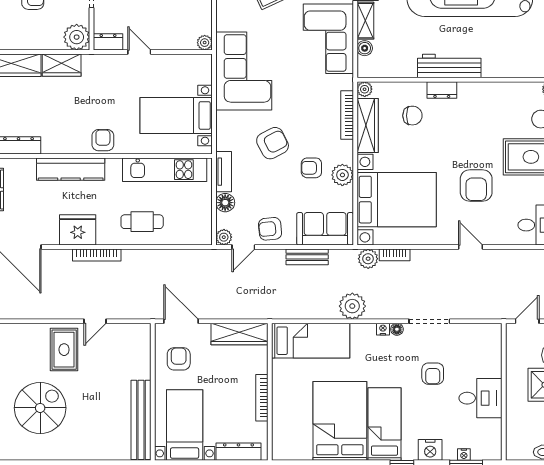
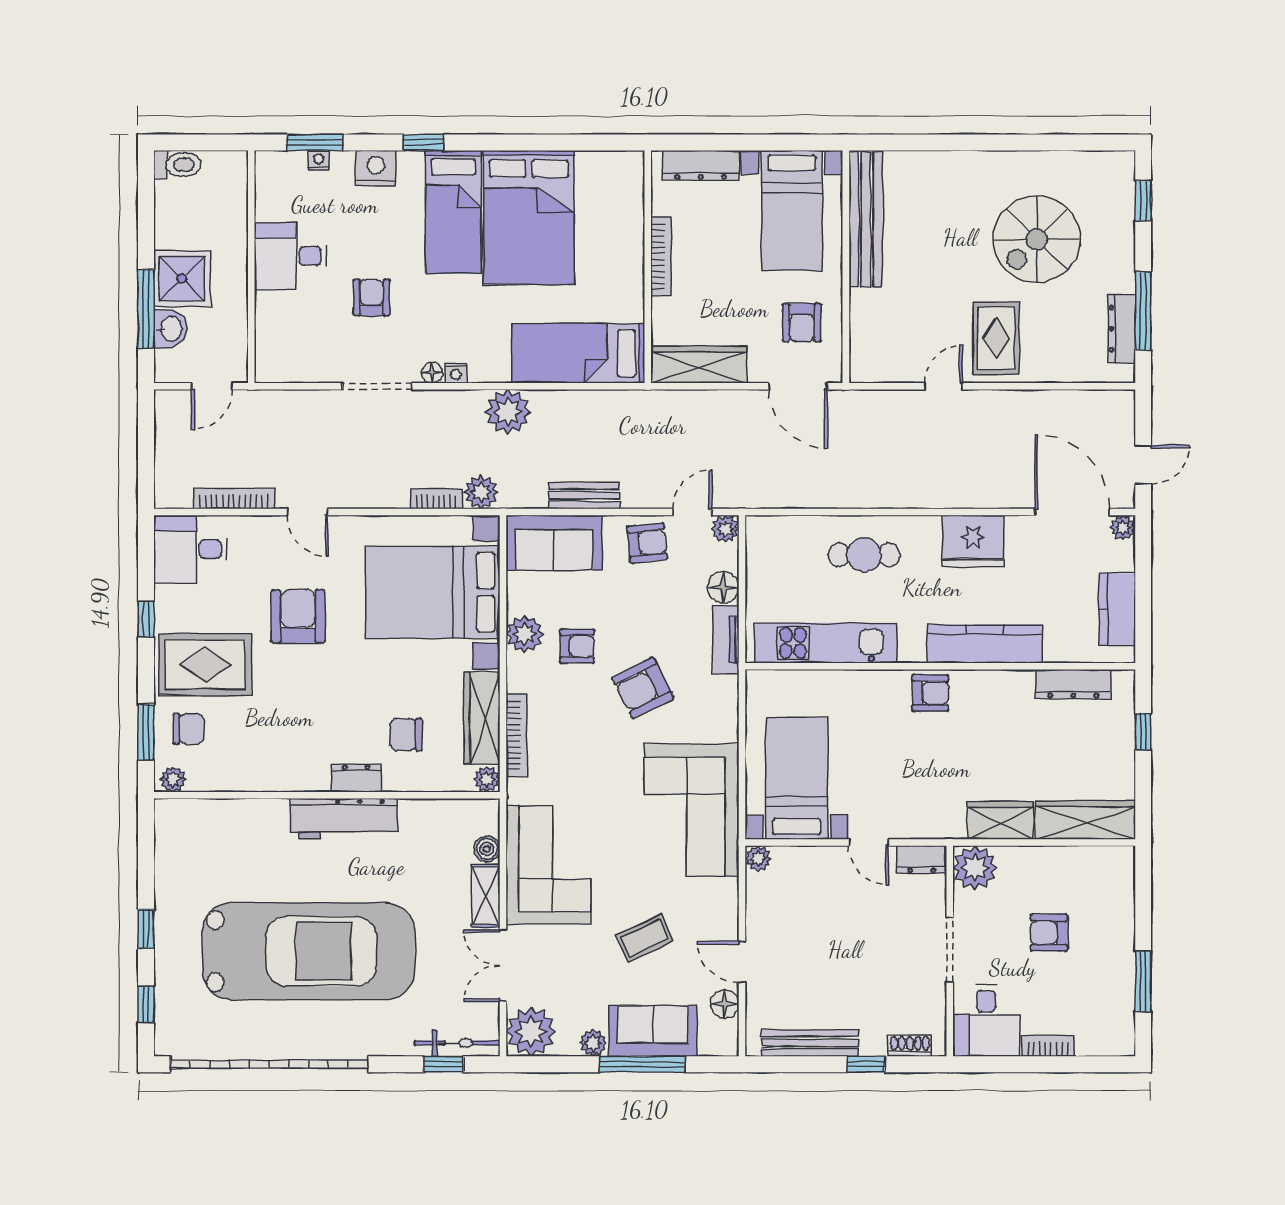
bed with nightstands: (176, 115) -> (797, 778), moved, turned -90
armchair: (103, 140) -> (930, 693), turned -90
bookcase: (97, 255) -> (234, 498), moved

